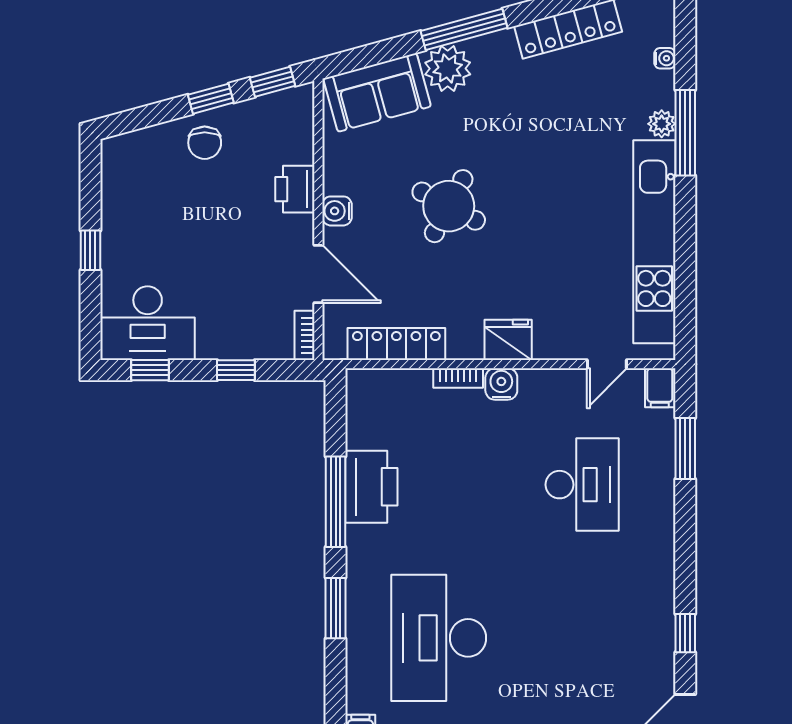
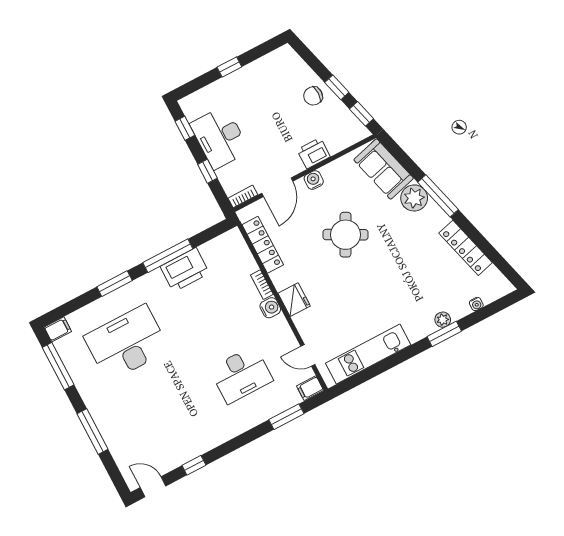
window: (685, 133) -> (444, 334), width x0.69
kitchen unit: (654, 242) -> (368, 354), width x0.73
desk: (148, 323) -> (220, 137), moved

